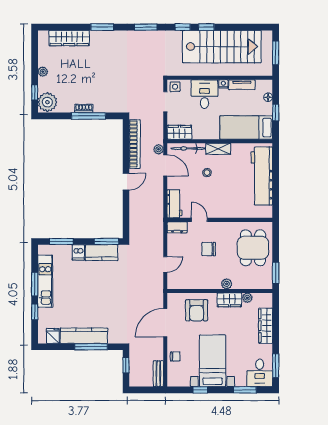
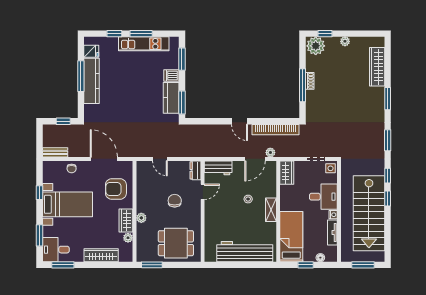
bicycle: (188, 149) -> (271, 181), removed
window: (91, 347) -> (81, 76), moved

